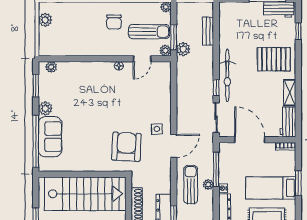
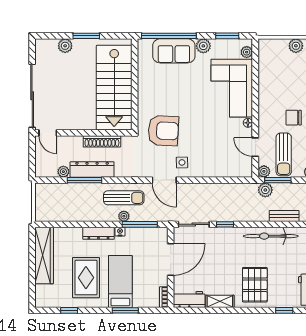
bicycle: (227, 75) -> (271, 236), moved
corner sofa: (86, 81) -> (232, 88), added

